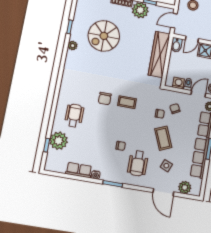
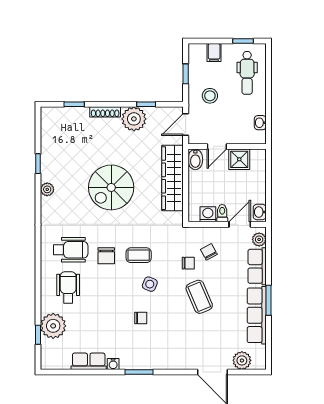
spiral stairs: (104, 36) -> (111, 187), moved
wheelchair: (138, 163) -> (71, 250), moved, turned -90
side table: (166, 166) -> (150, 284), moved

